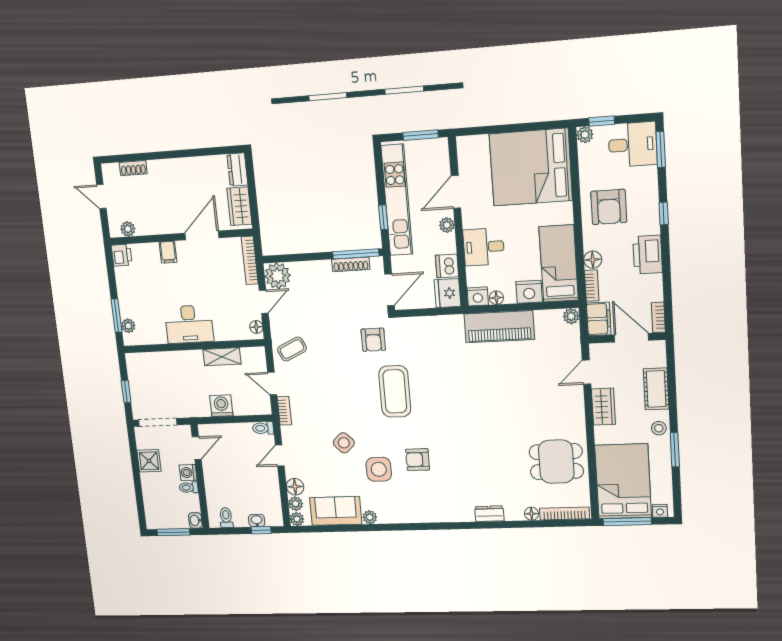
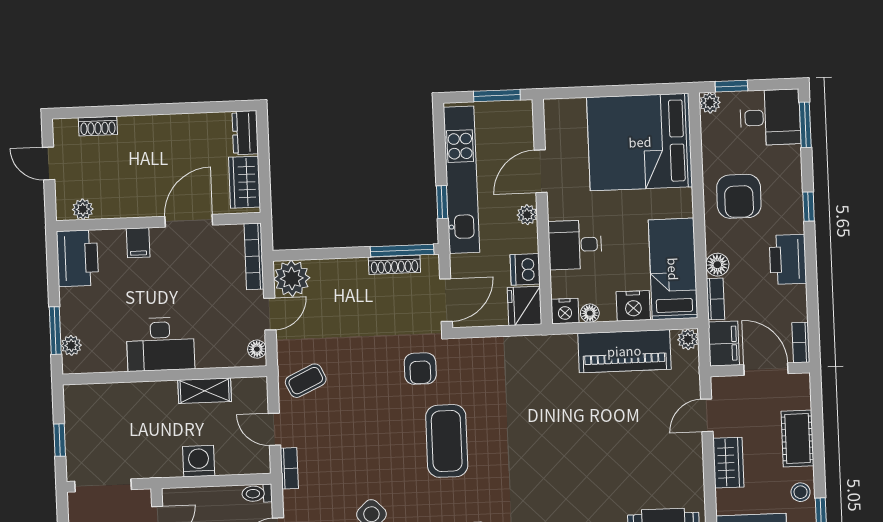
printer: (122, 255) -> (78, 258), width x1.87, depth x1.48
piano: (499, 327) -> (624, 351), moved

